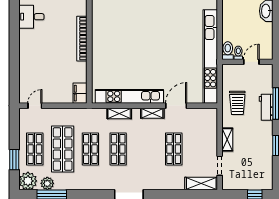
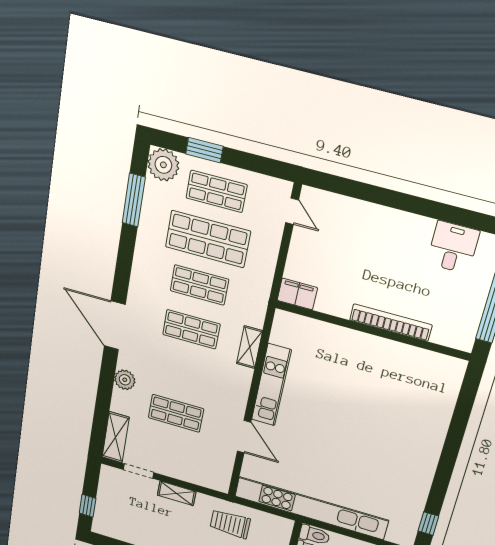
kitchen unit: (129, 96) -> (271, 385), width x0.73
shelving: (152, 113) -> (239, 398), removed
plant: (47, 183) -> (125, 380), moved

